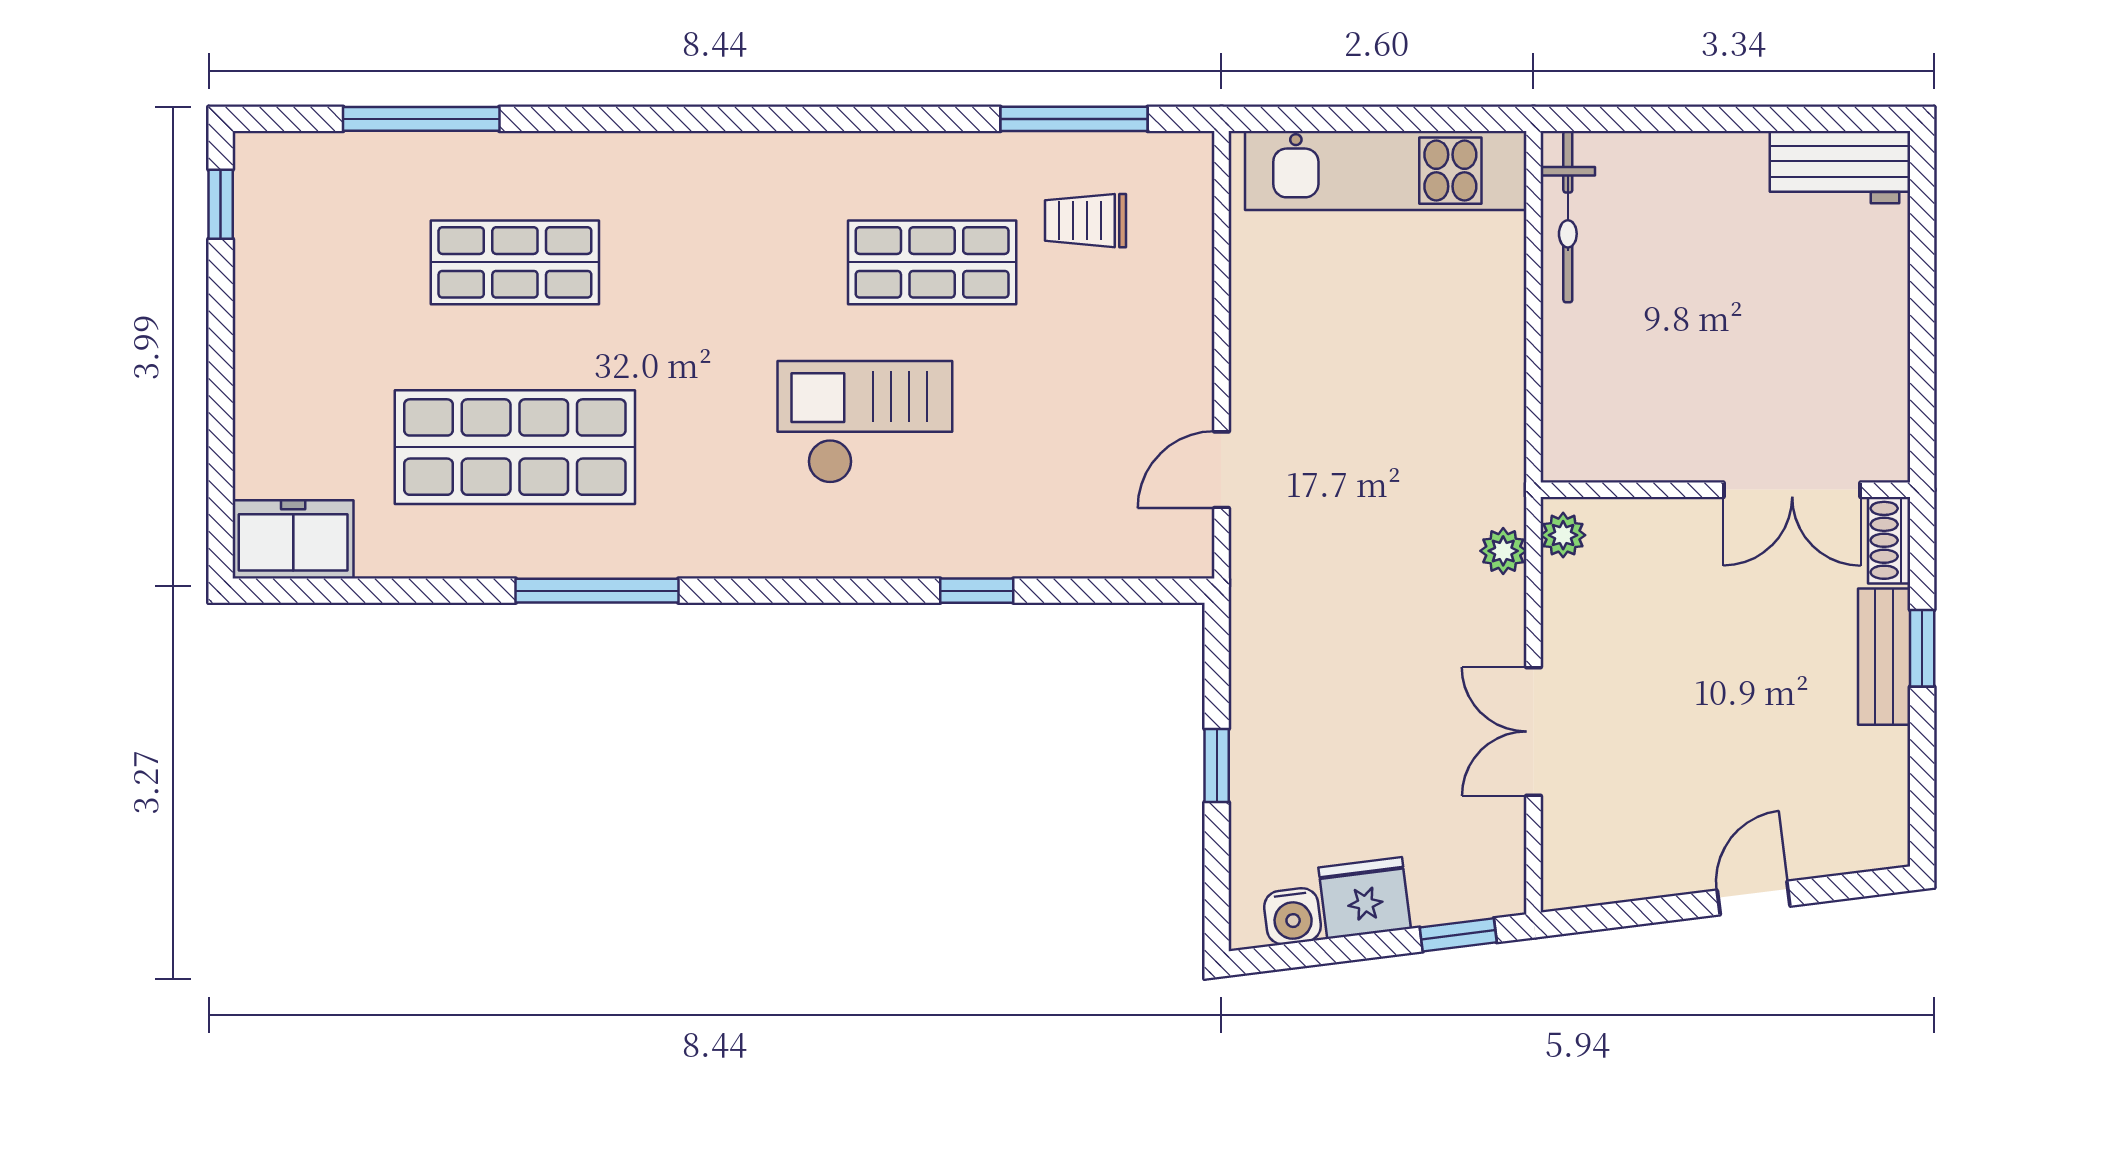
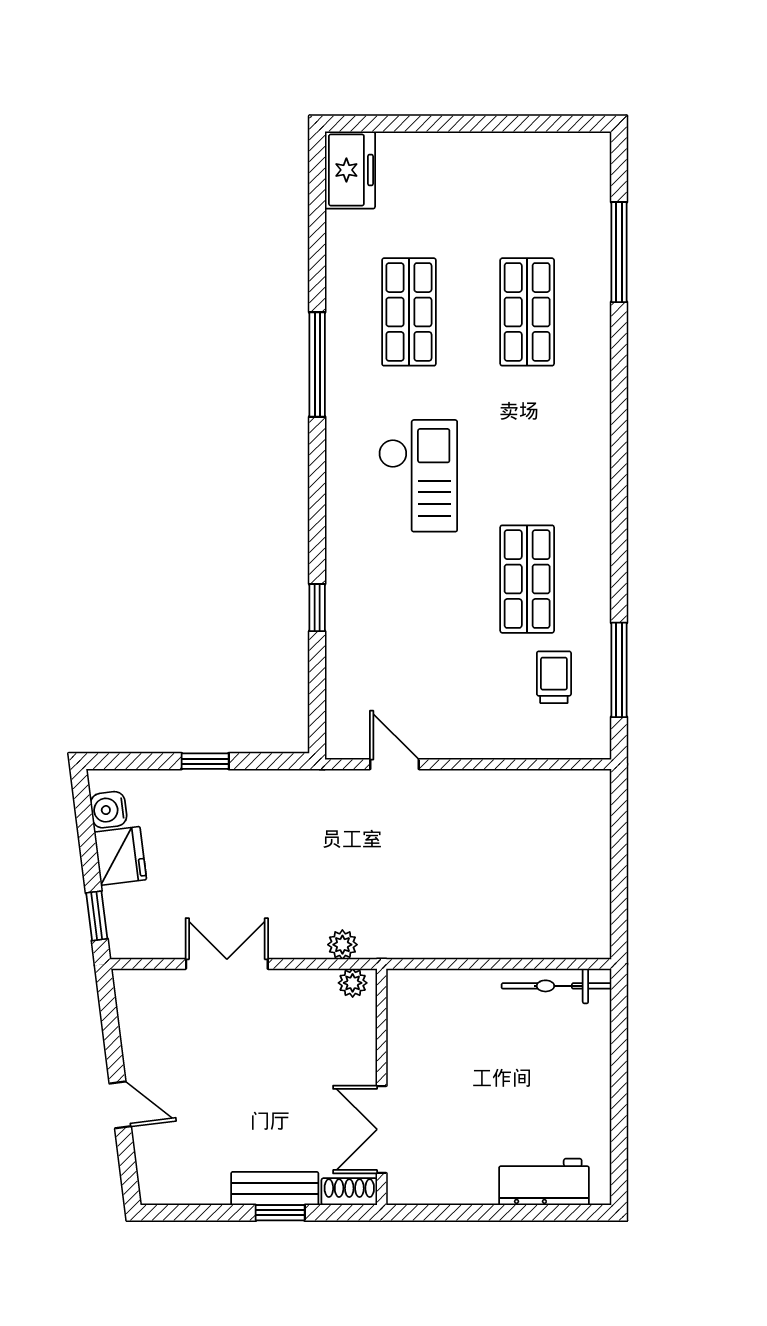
workbench: (1840, 167) -> (544, 1182), moved, turned 90
kitchen unit: (1386, 171) -> (586, 869), removed
window: (221, 204) -> (564, 124), removed
checkout: (865, 422) -> (418, 476), moved
shop shelf: (515, 447) -> (409, 312), width x0.70, depth x0.74

